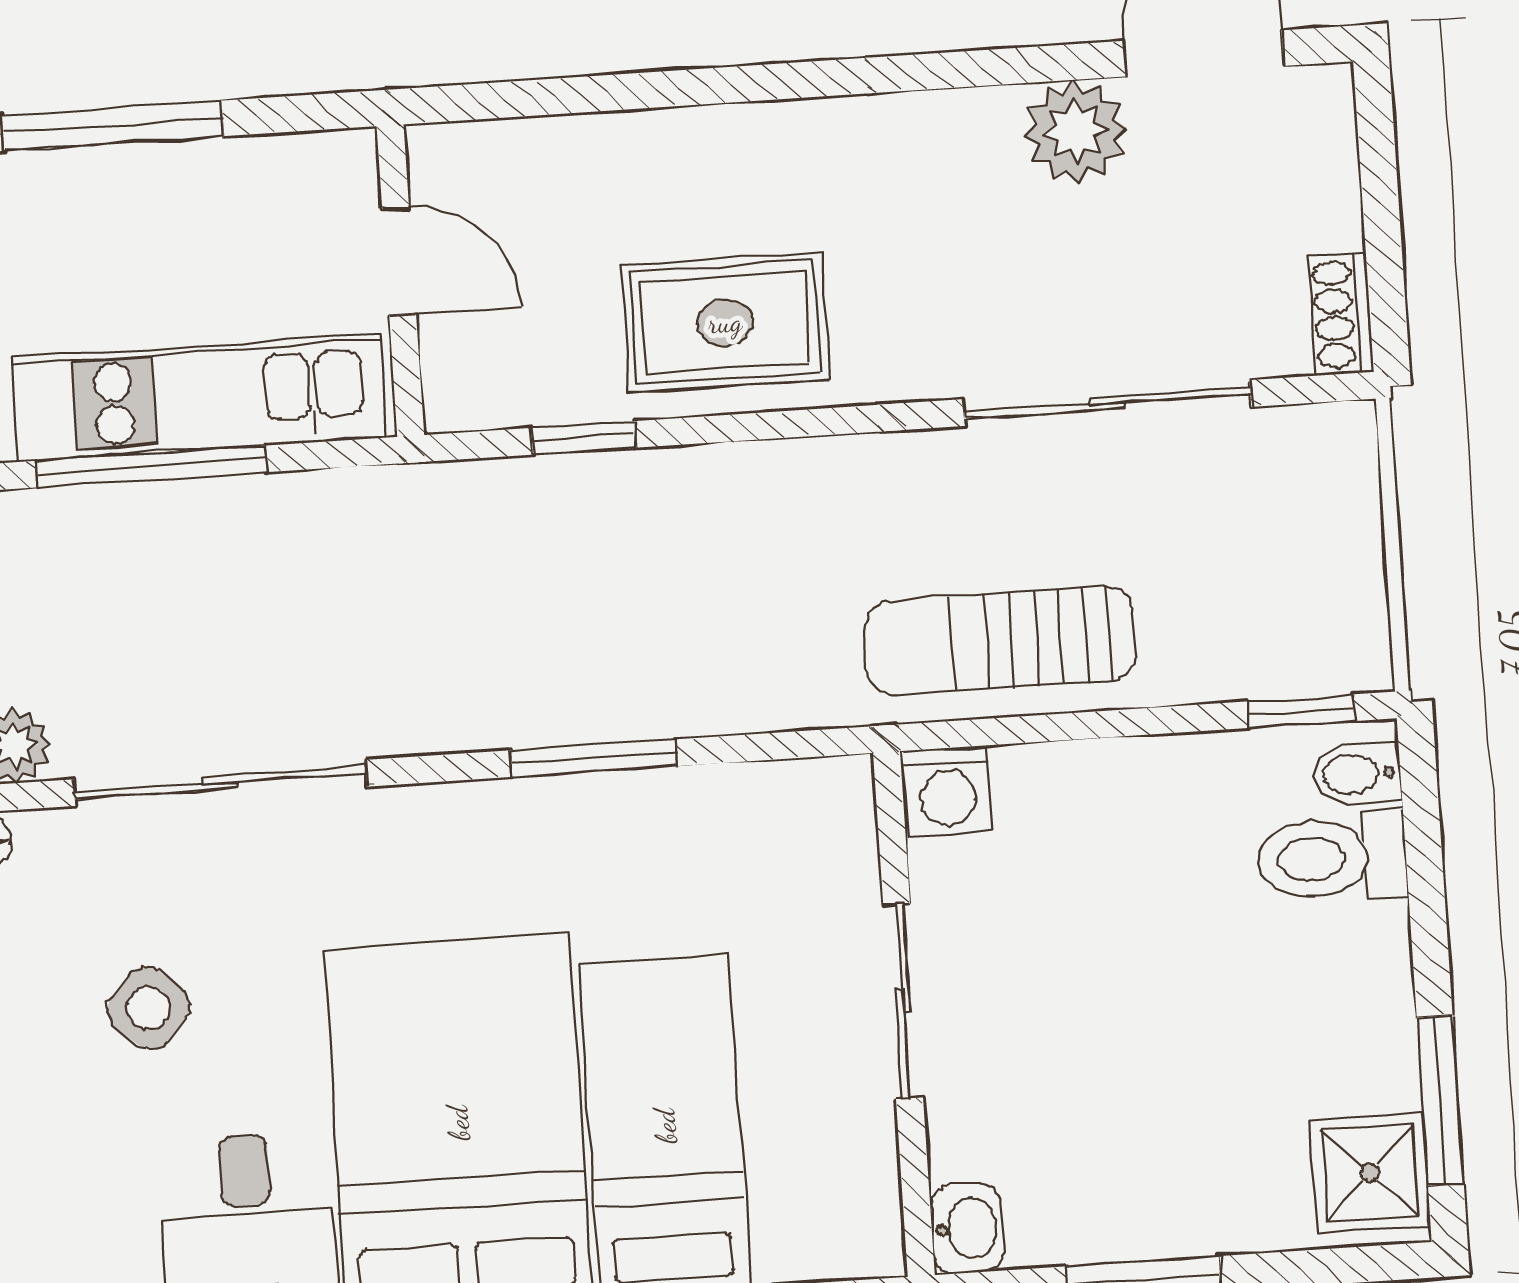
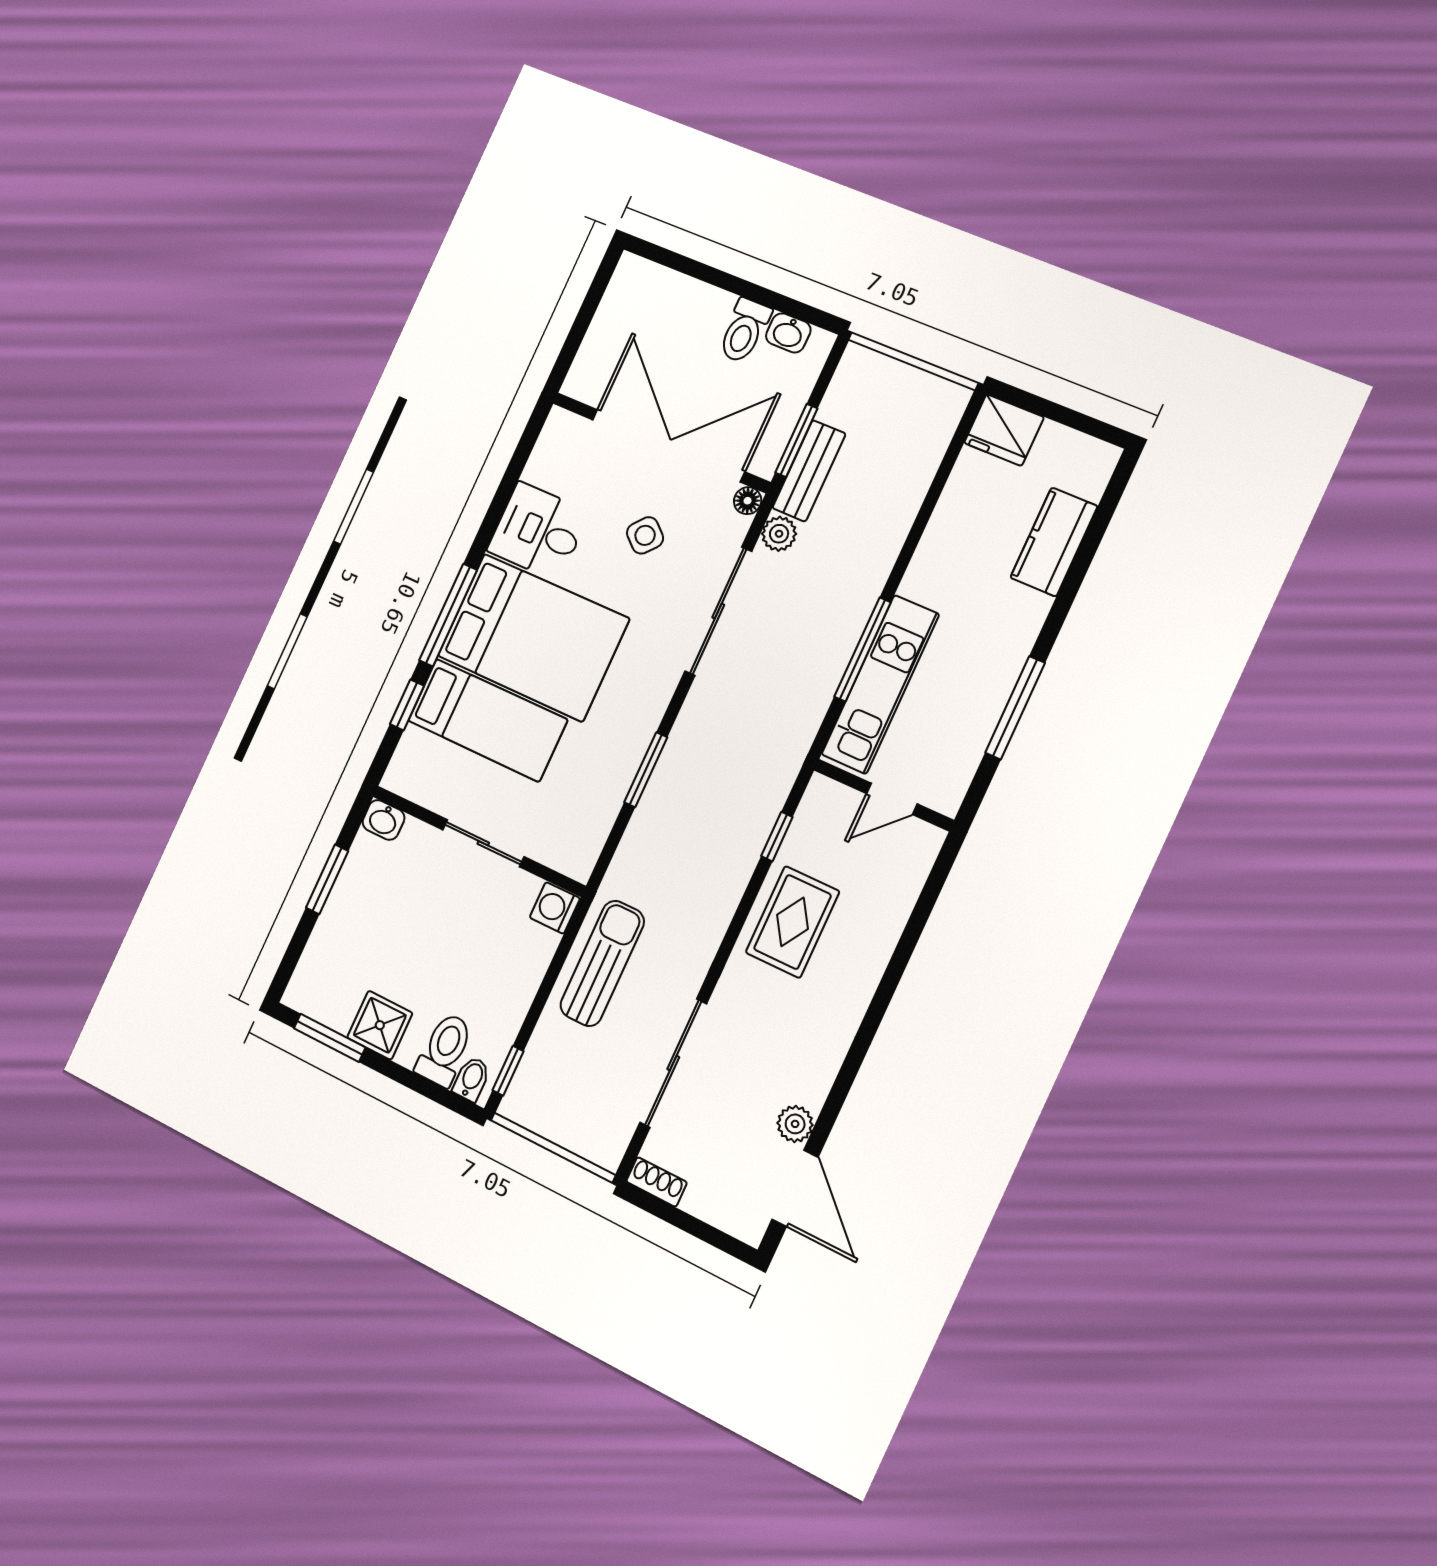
plant: (1075, 132) -> (795, 1124), width x0.73, depth x0.73
shower: (1370, 1173) -> (380, 1025), moved

